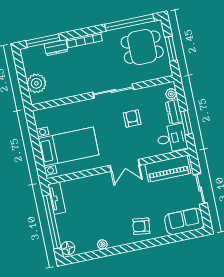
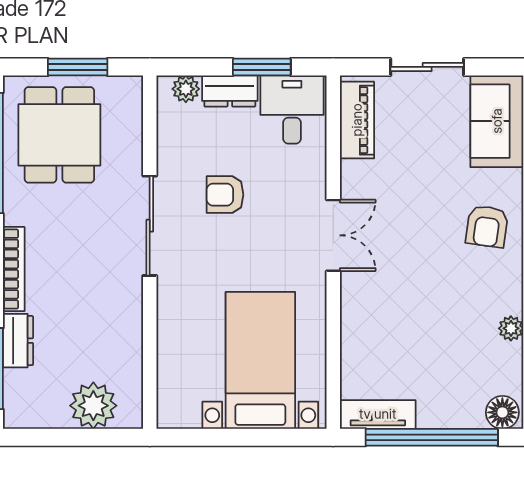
piano: (168, 169) -> (357, 120), width x0.73, depth x0.75

